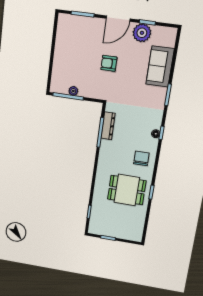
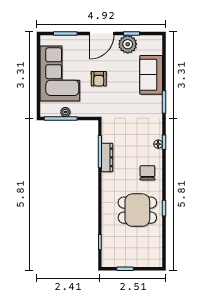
corner sofa: (73, 53) -> (60, 73), added
armchair: (109, 63) -> (99, 79), turned -90
dresser: (108, 126) -> (107, 157), moved

